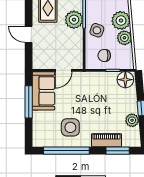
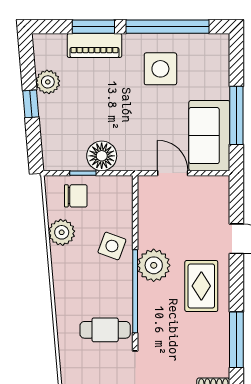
plant: (121, 20) -> (68, 264), removed
chair: (104, 55) -> (76, 196), moved
door: (64, 70) -> (173, 173), hinge flipped
floor lamp: (125, 80) -> (102, 156), moved
window: (118, 151) -> (93, 27), moved

